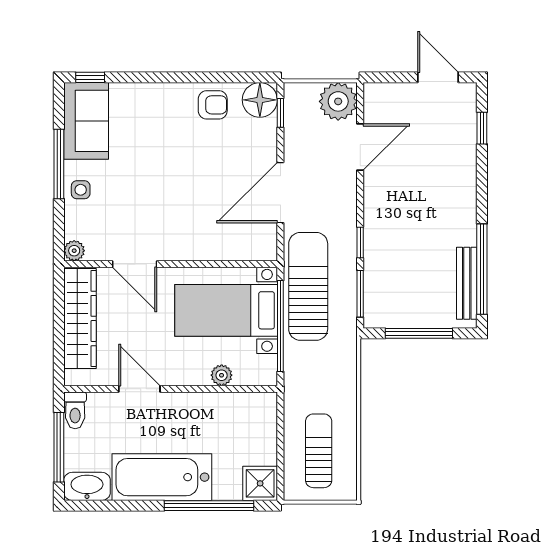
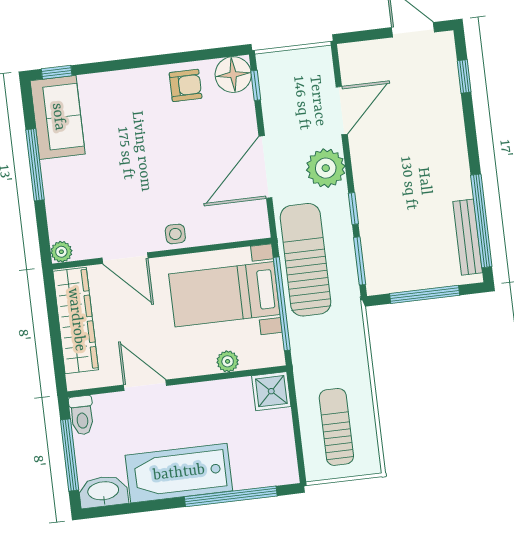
plant: (338, 101) -> (326, 168), moved
side table: (81, 190) -> (175, 234), moved
shower: (260, 483) -> (271, 391), moved

